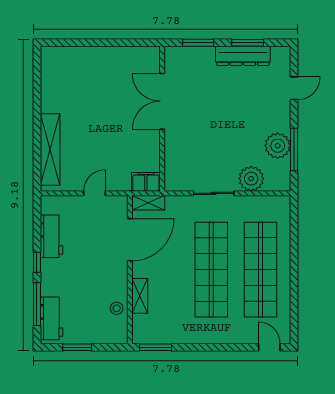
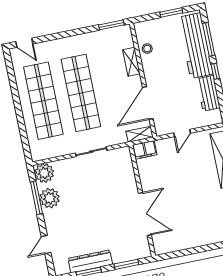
plant: (251, 179) -> (44, 173), moved
workbench: (52, 318) -> (196, 46), width x1.88, depth x1.32

